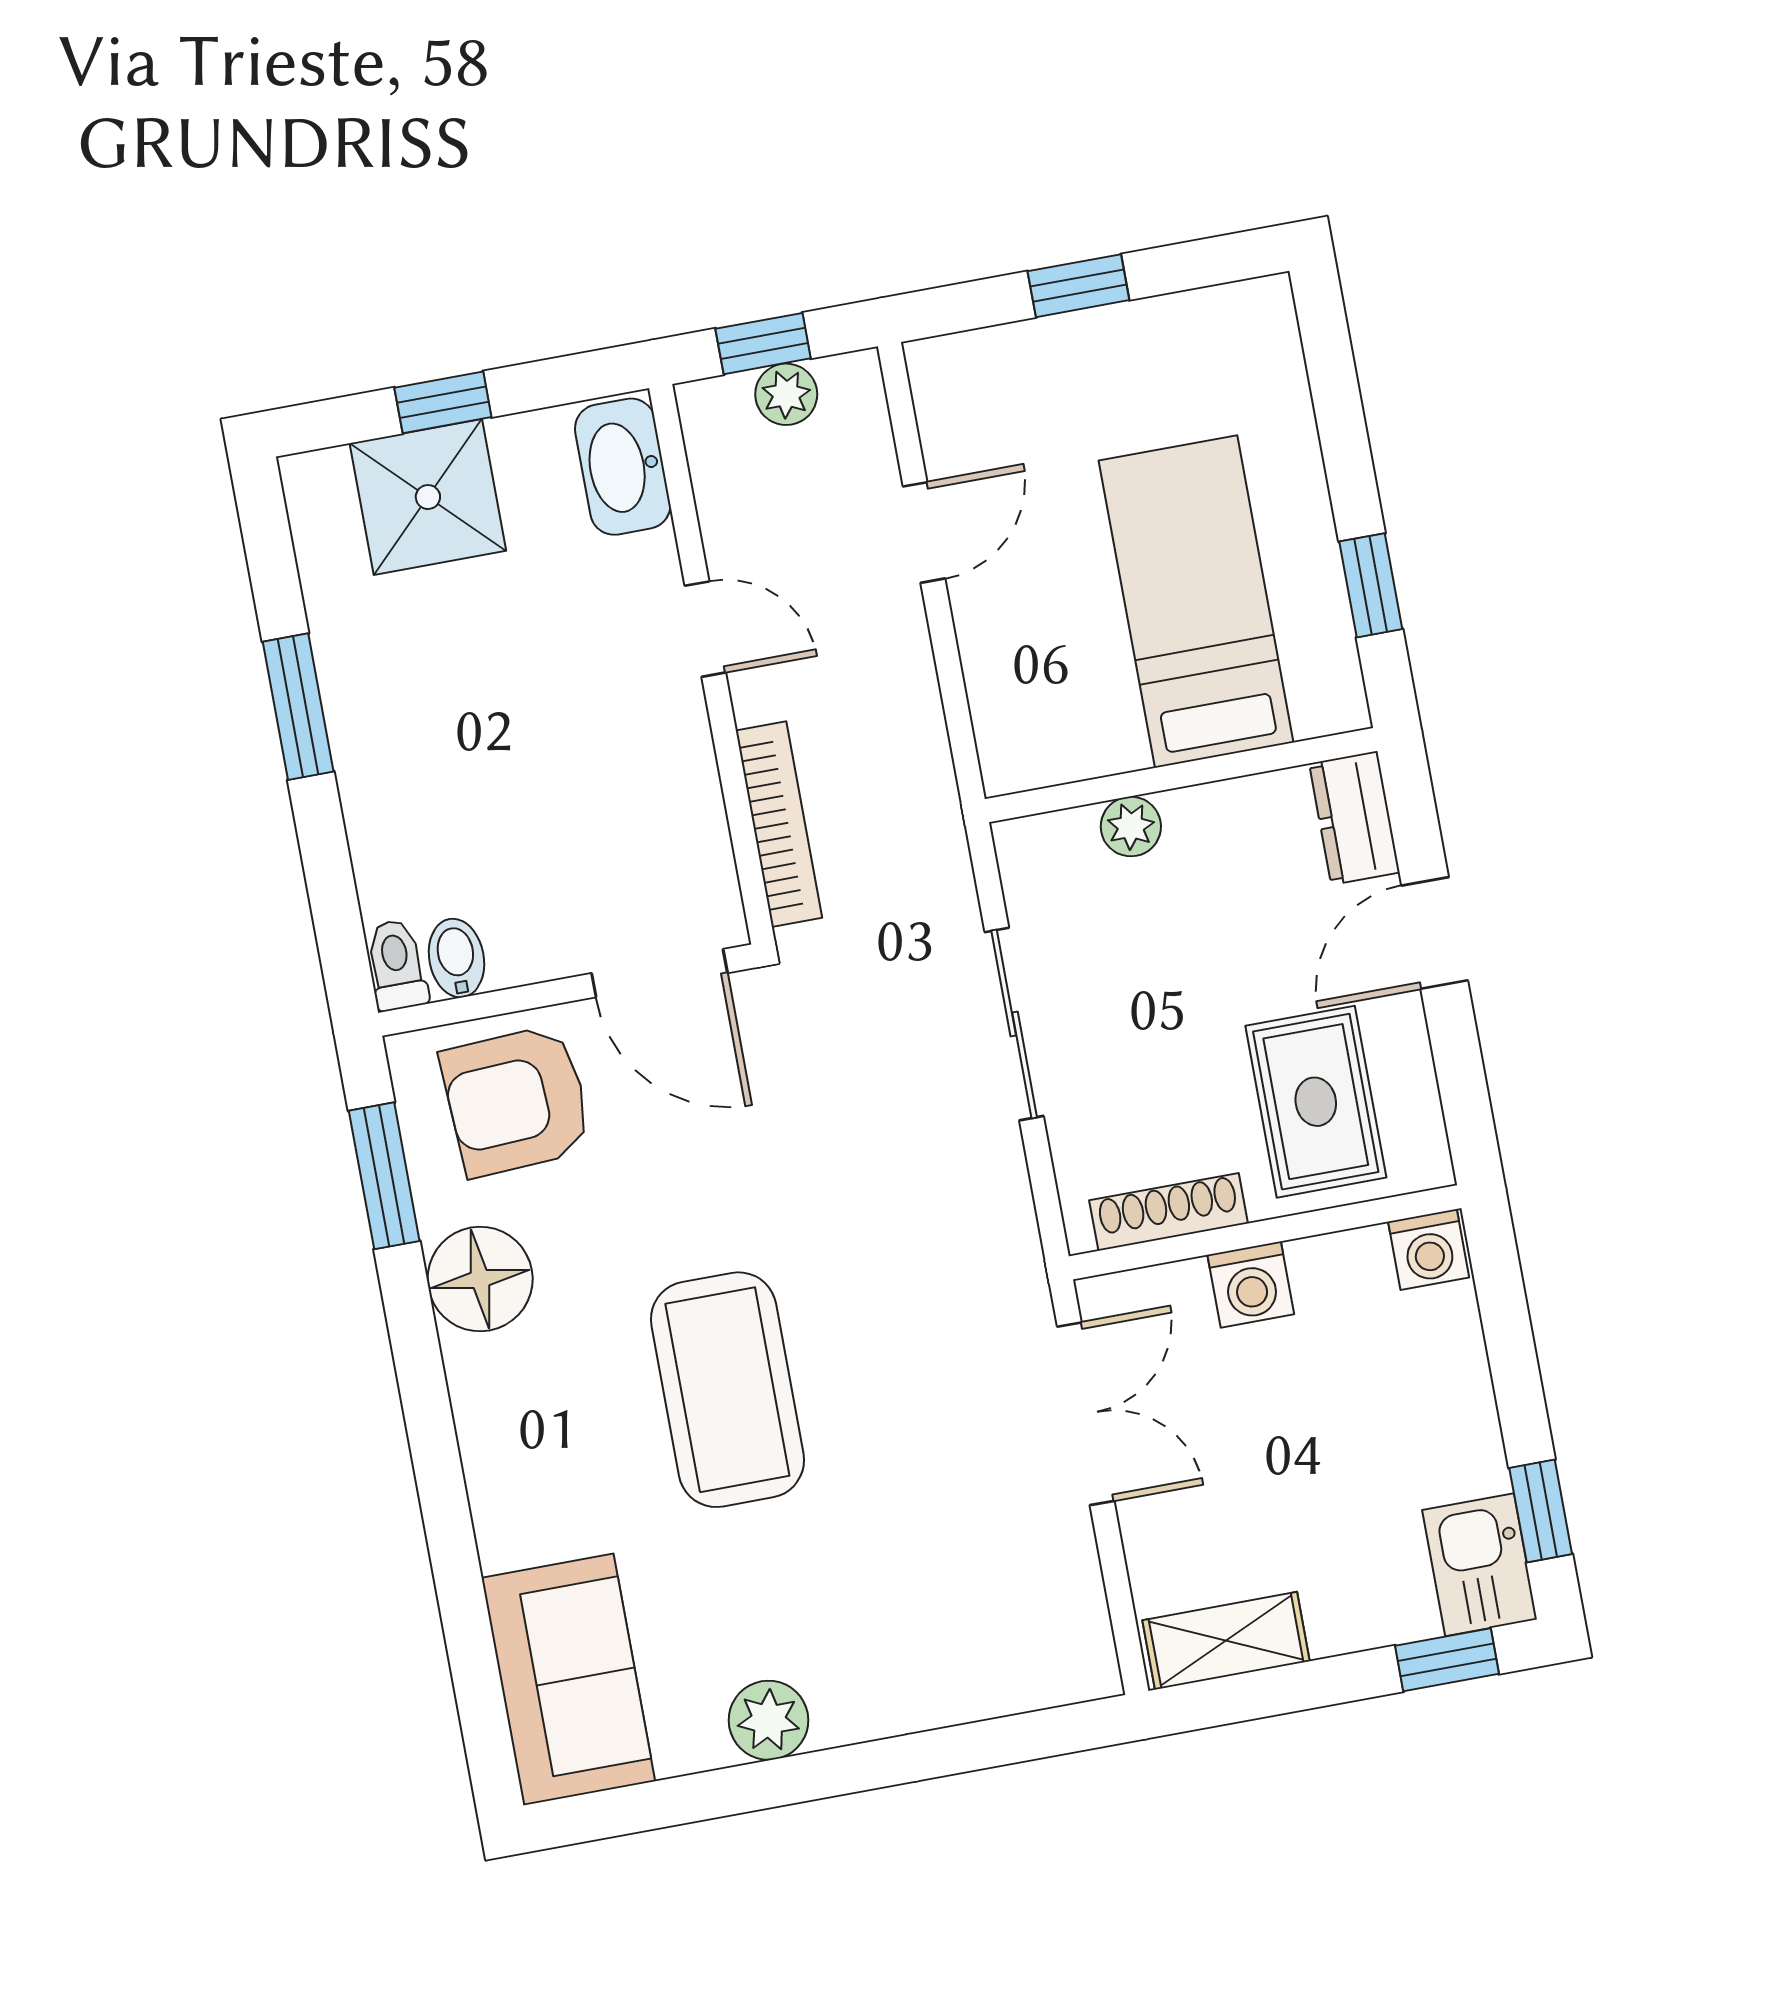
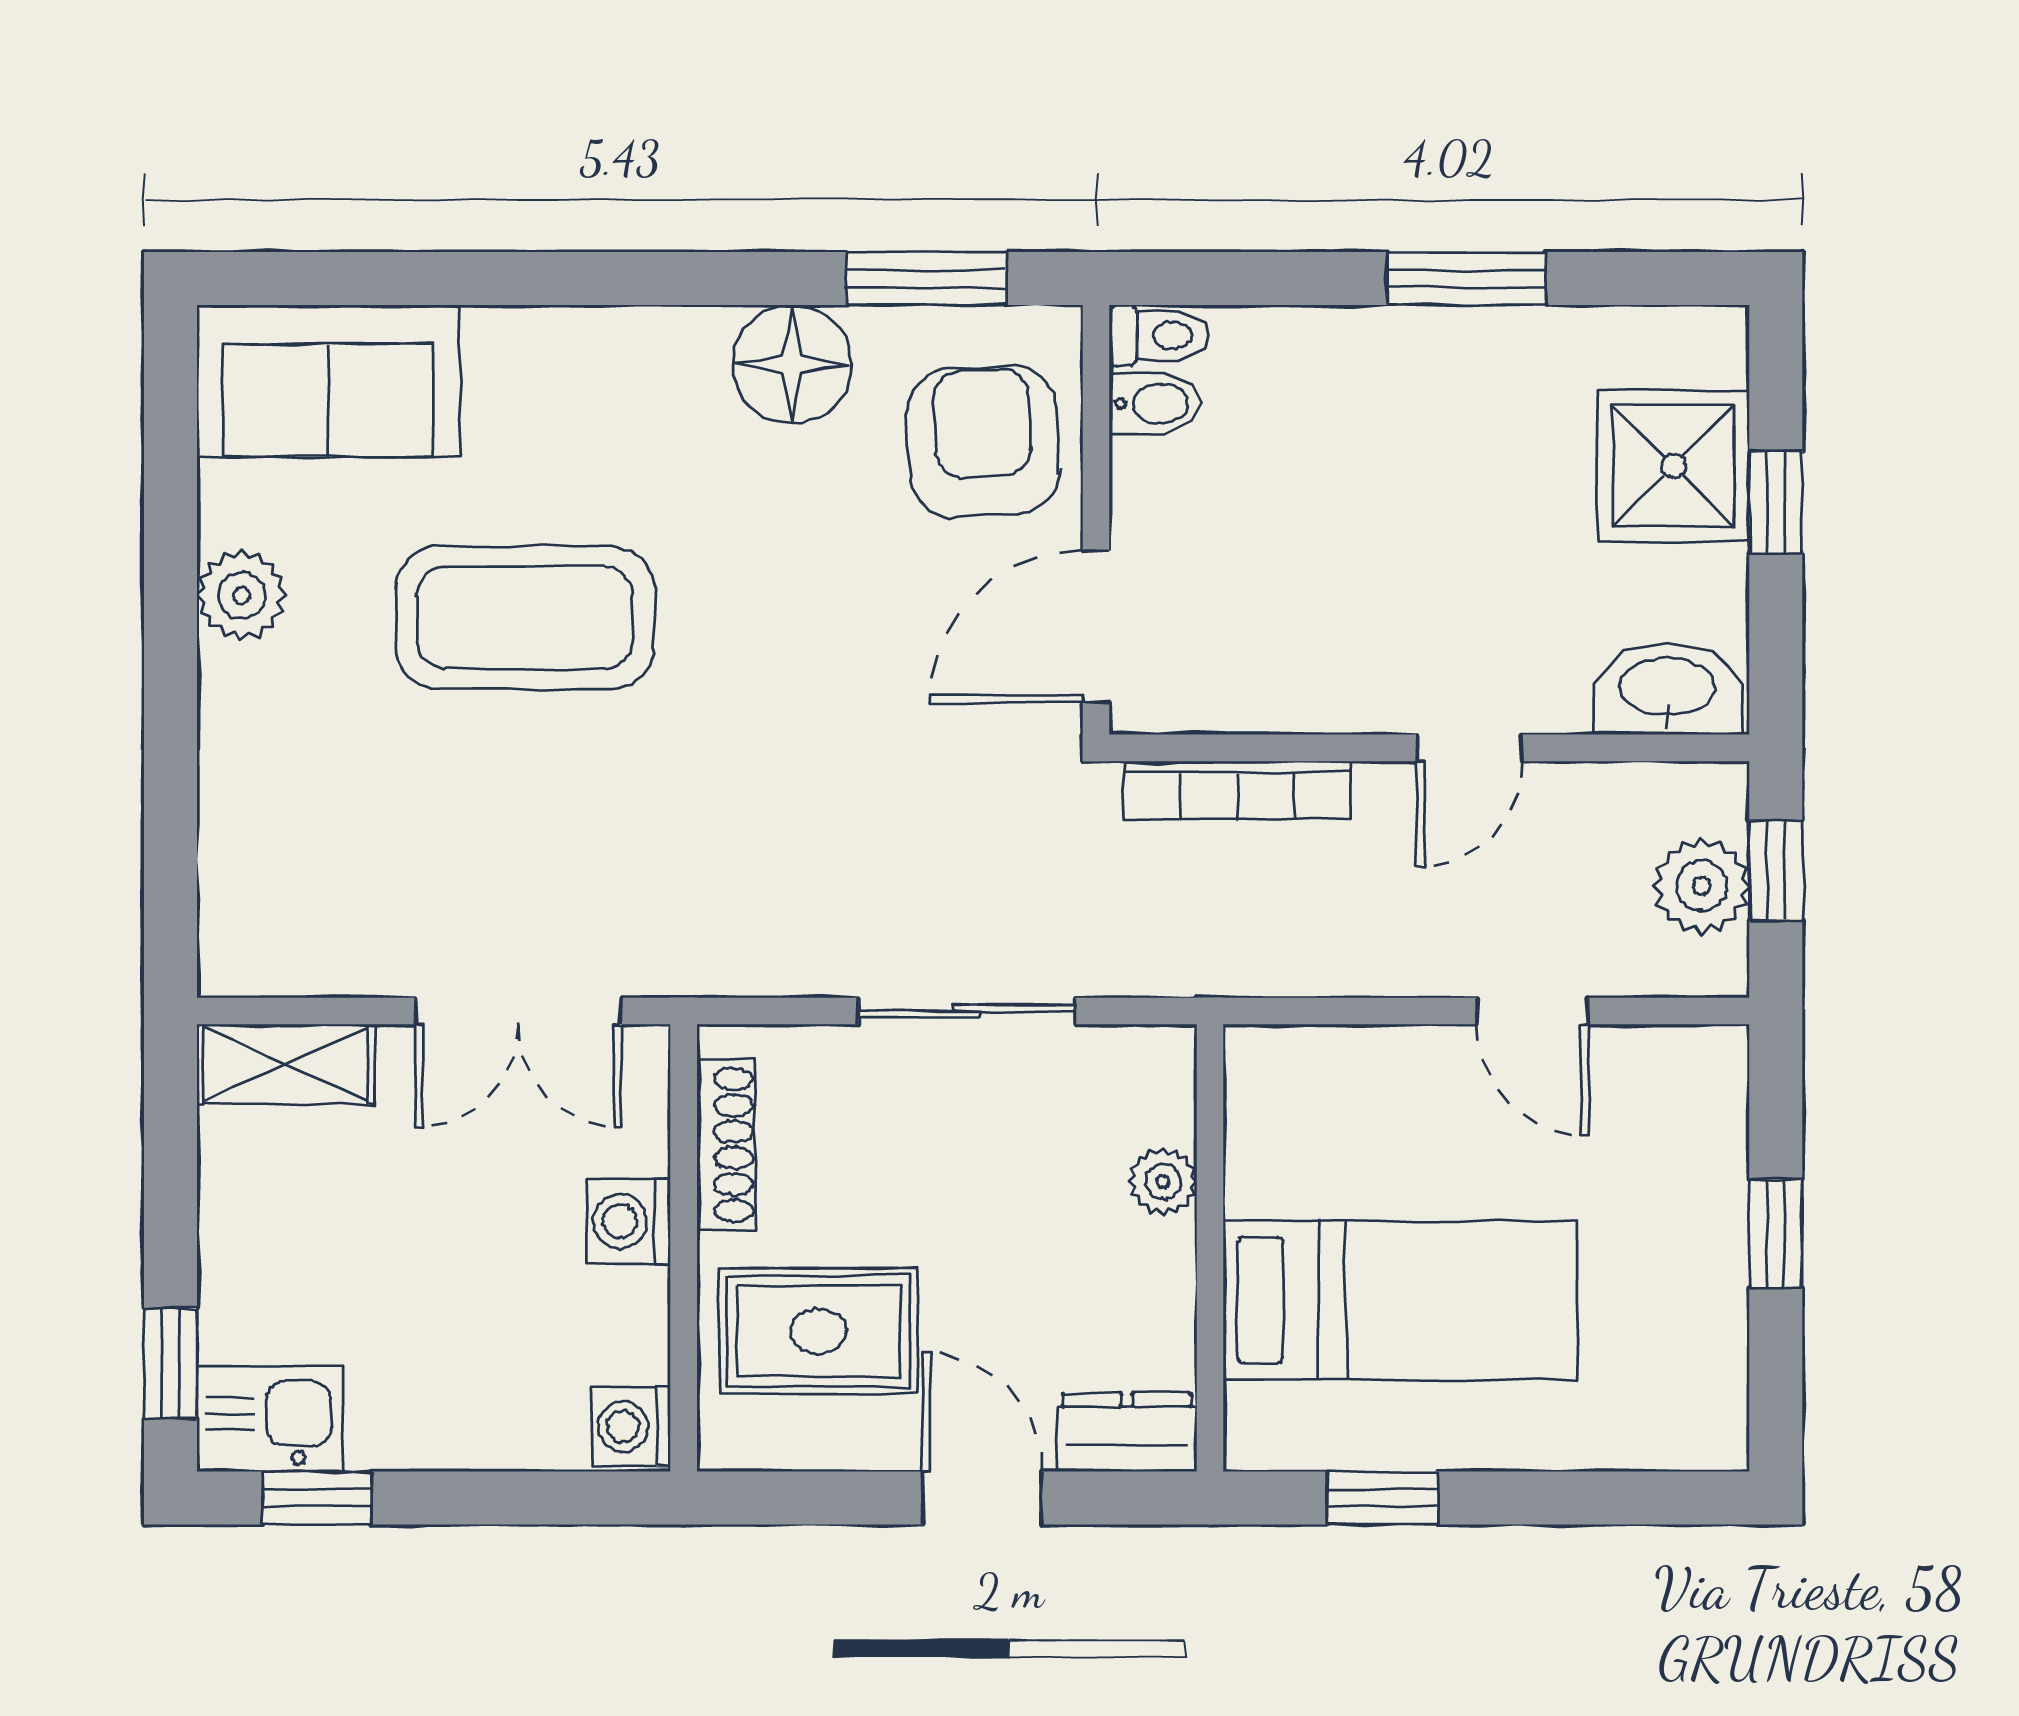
plant: (786, 394) -> (1702, 886), width x1.38, depth x1.38
coffee table: (727, 1390) -> (525, 617), moved
shelving: (1226, 1641) -> (286, 1064), moved, turned 90

